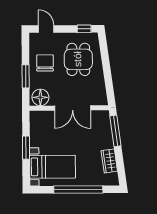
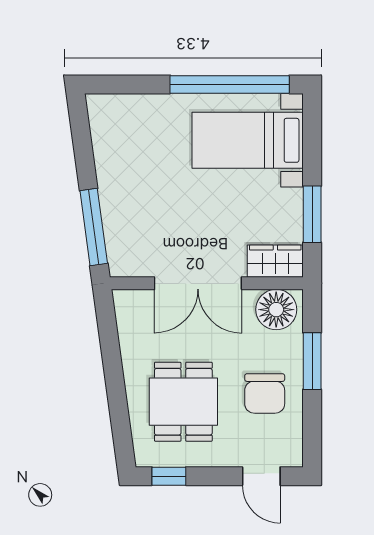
double door: (73, 108) -> (198, 283), swing flipped
window: (26, 148) -> (312, 214), moved
wardrobe: (109, 161) -> (275, 261), moved, turned -82
window: (78, 189) -> (230, 84), moved

